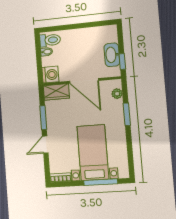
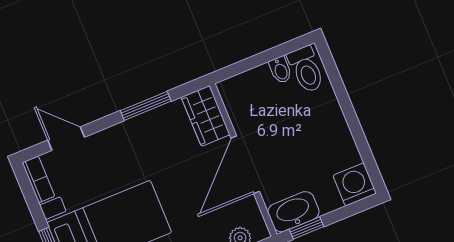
washbasin: (112, 55) -> (293, 212), moved
washing machine: (50, 75) -> (355, 184), moved, turned 180
door: (45, 145) -> (66, 139), moved

